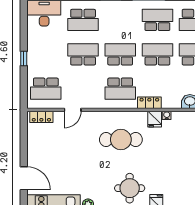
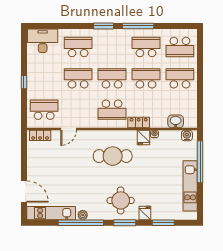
school desk: (83, 20) -> (78, 47), turned 180
school desk: (46, 89) -> (44, 110), turned 180

